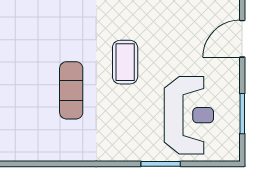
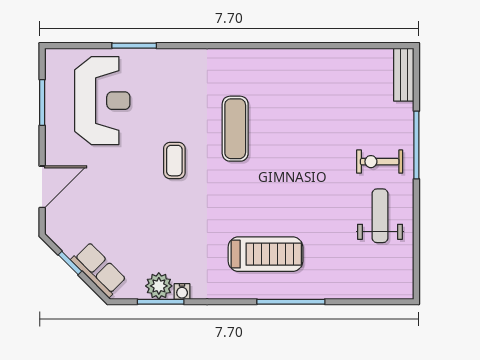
coffee table: (125, 62) -> (174, 161), width x0.73, depth x0.77
reception desk: (189, 115) -> (102, 101), turned 180

